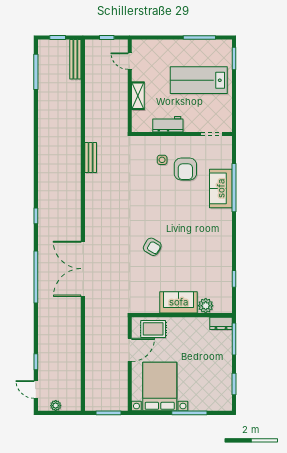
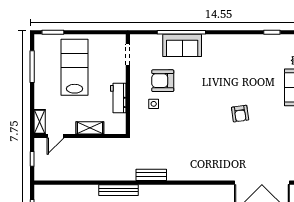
shelving: (144, 45) -> (40, 122), added
bench: (75, 59) -> (118, 190), moved
lab bench: (199, 80) -> (75, 67), turned 180
armchair: (185, 169) -> (163, 81), turned 180
armchair: (152, 247) -> (240, 114), turned 141

